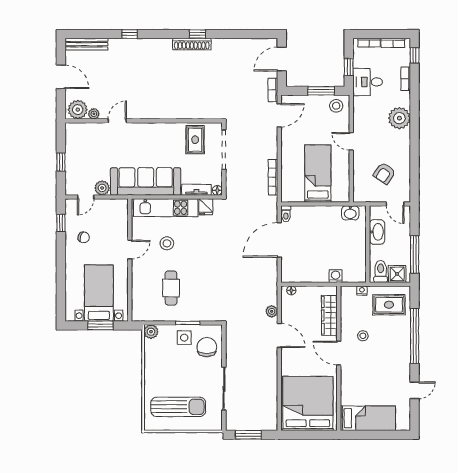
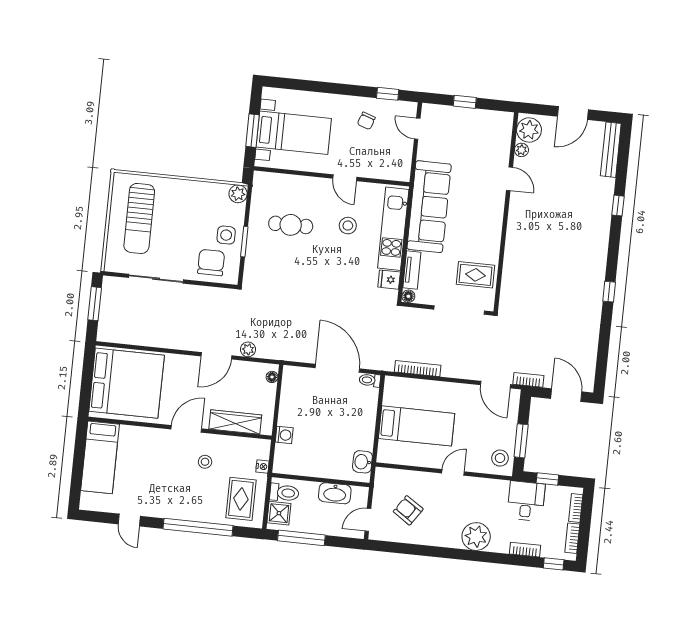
shoe rack: (192, 44) -> (597, 283), removed
plant: (102, 188) -> (426, 151), removed
chair: (207, 347) -> (211, 262), turned -90

